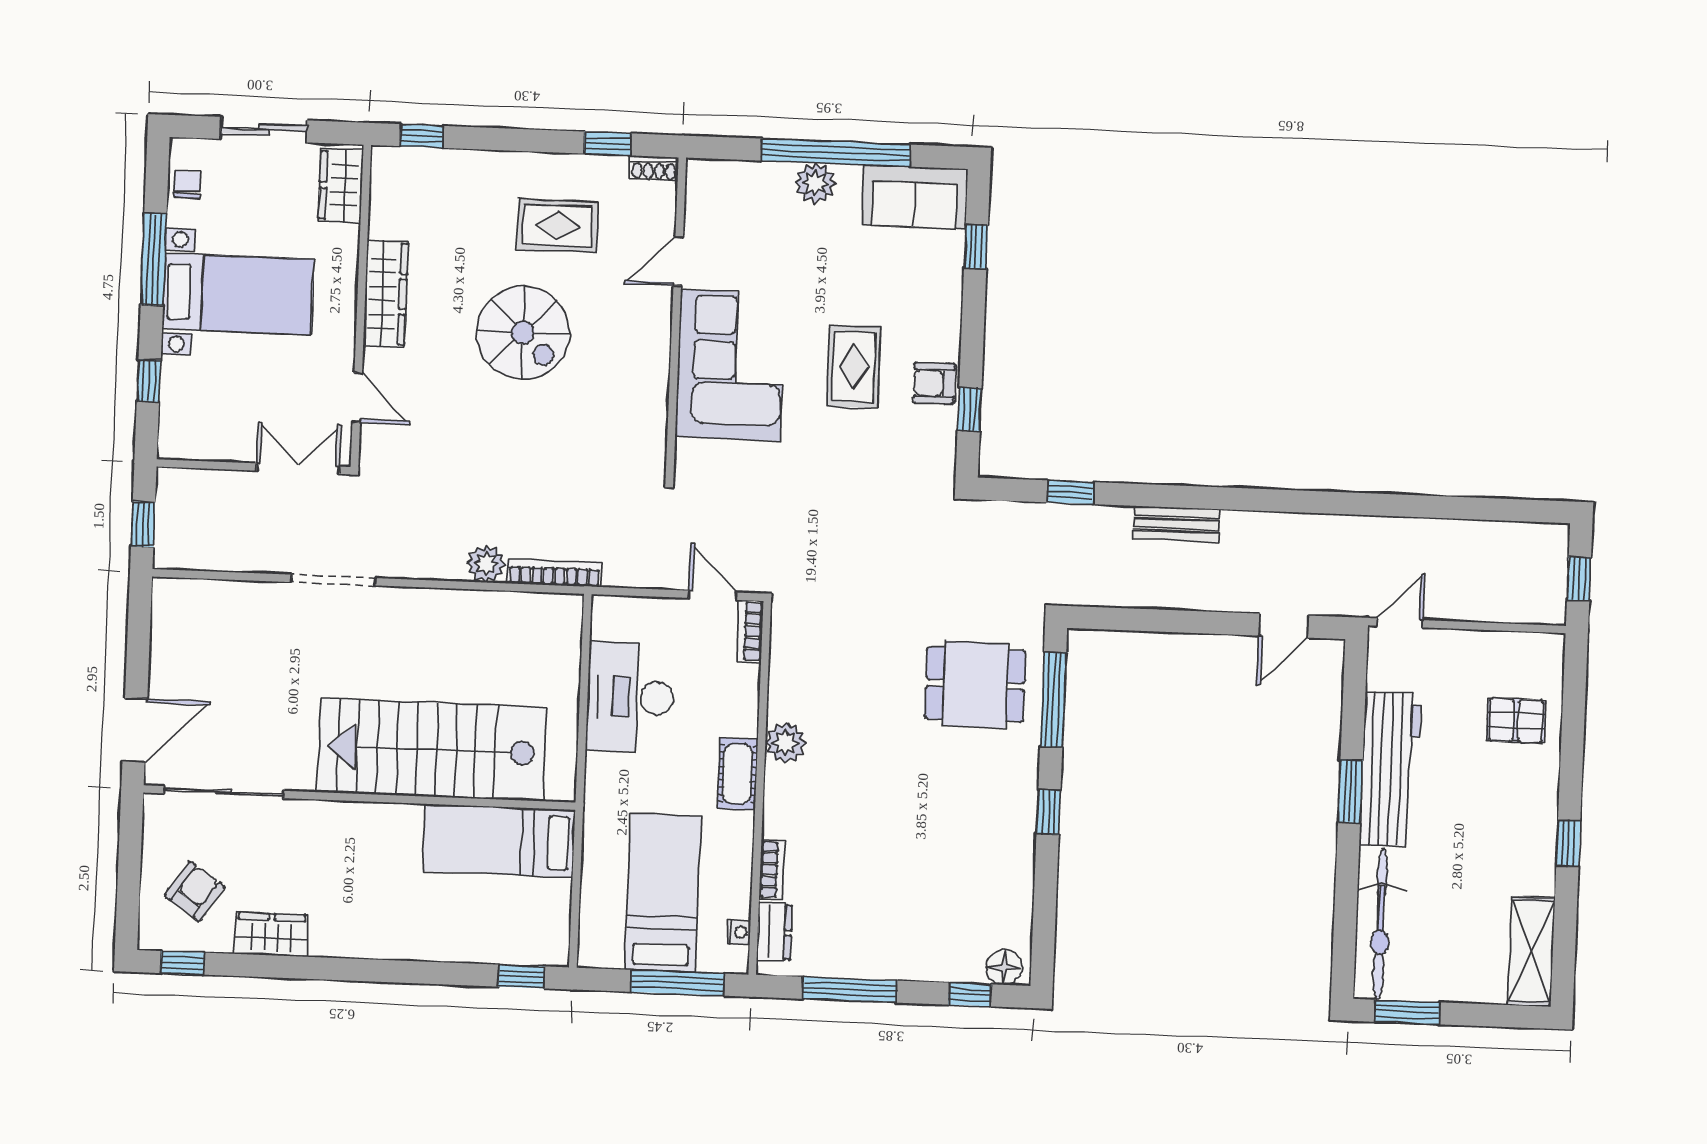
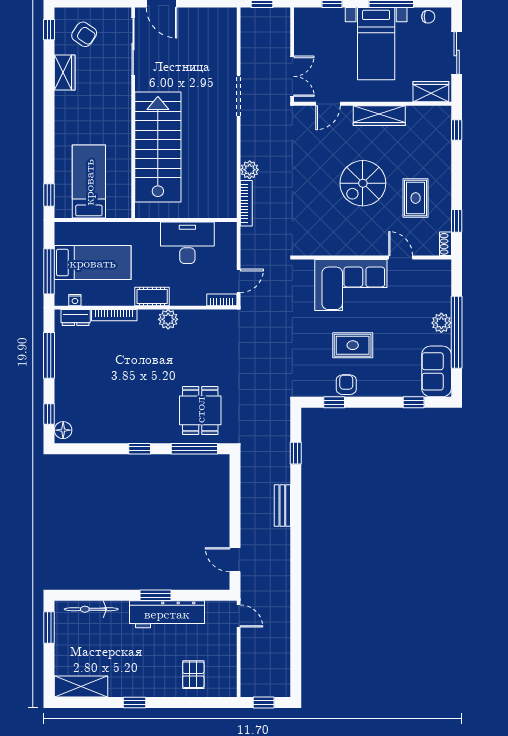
bed: (499, 841) -> (89, 182), moved
bookcase: (772, 870) -> (114, 315), width x1.56
bicycle: (1380, 924) -> (91, 609), width x0.73, depth x0.71

